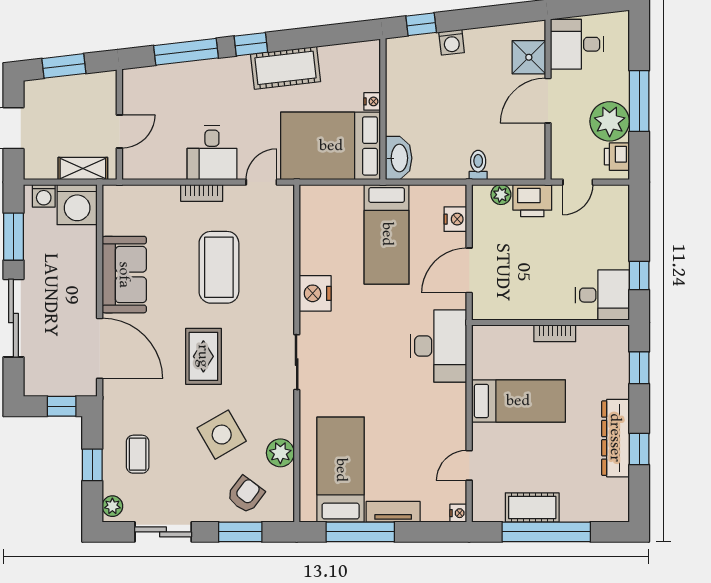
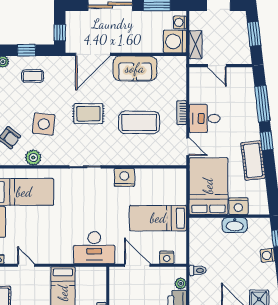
nightstand: (372, 101) -> (238, 206), width x1.89, depth x1.79
washbasin: (399, 158) -> (235, 225), moved
side table: (222, 435) -> (44, 124), turned 36

